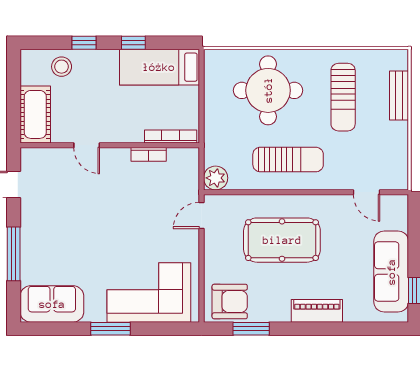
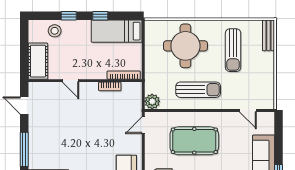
bench: (399, 95) -> (268, 35), moved

